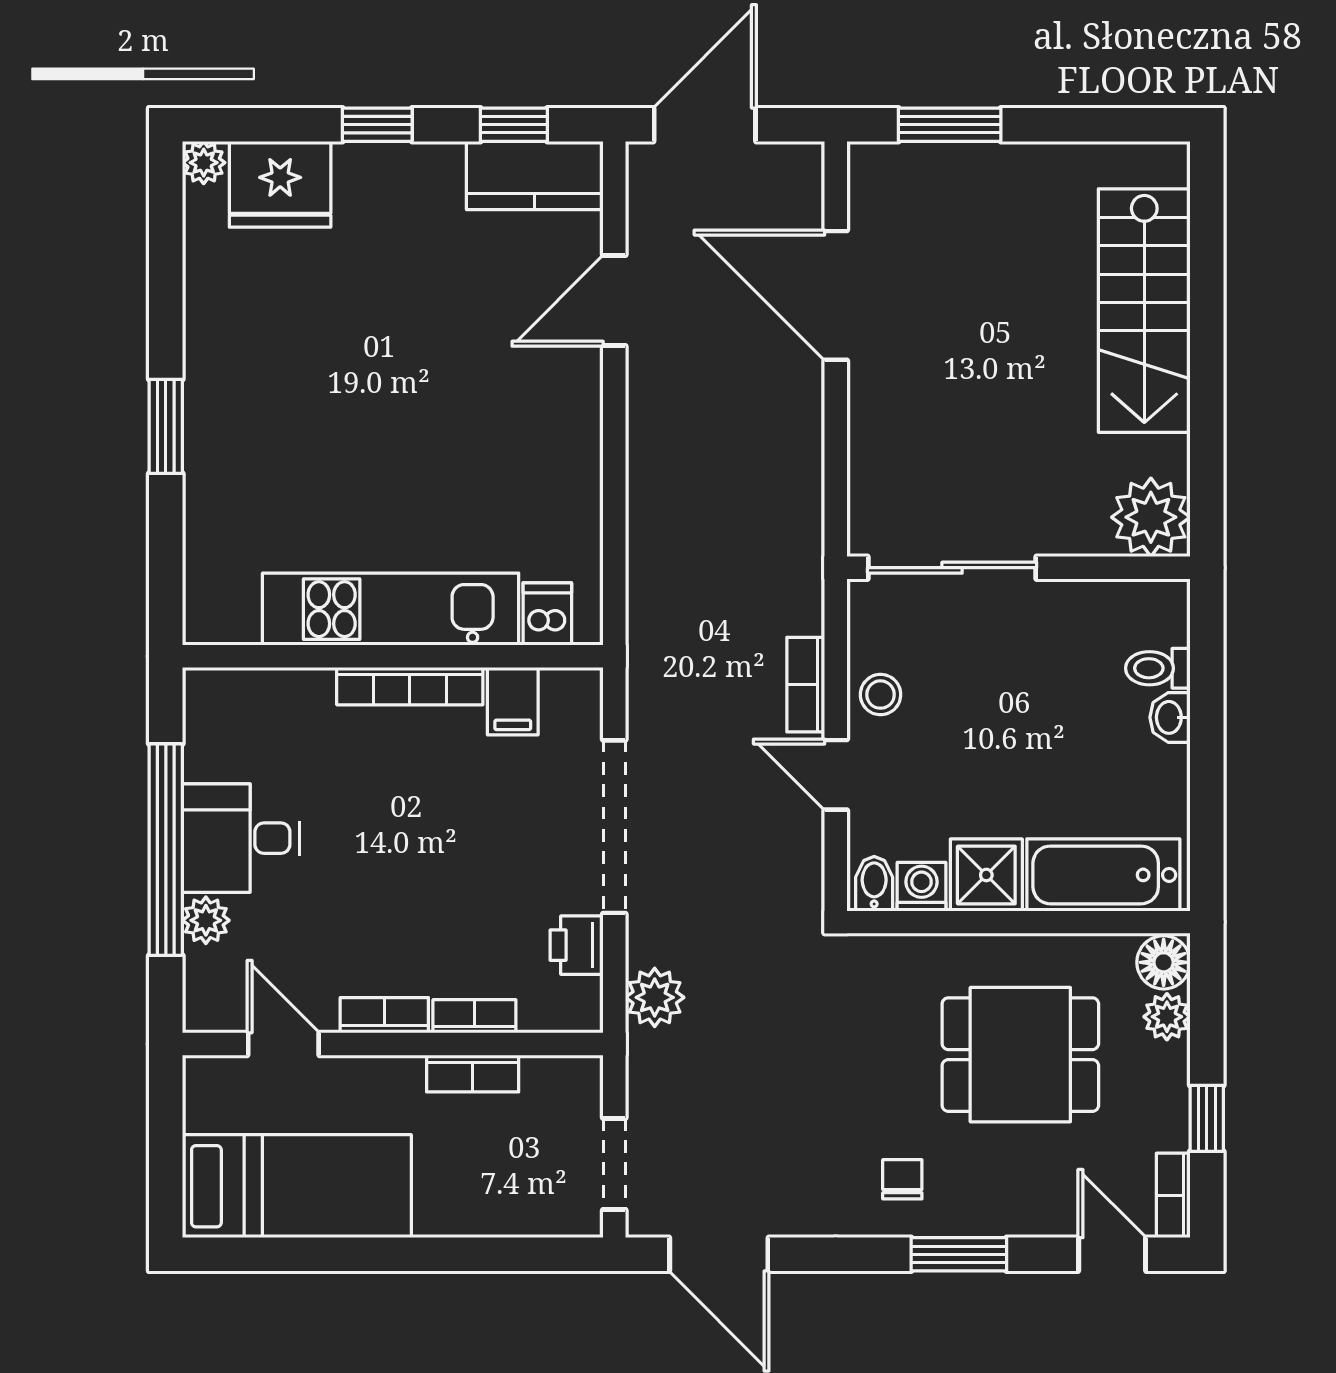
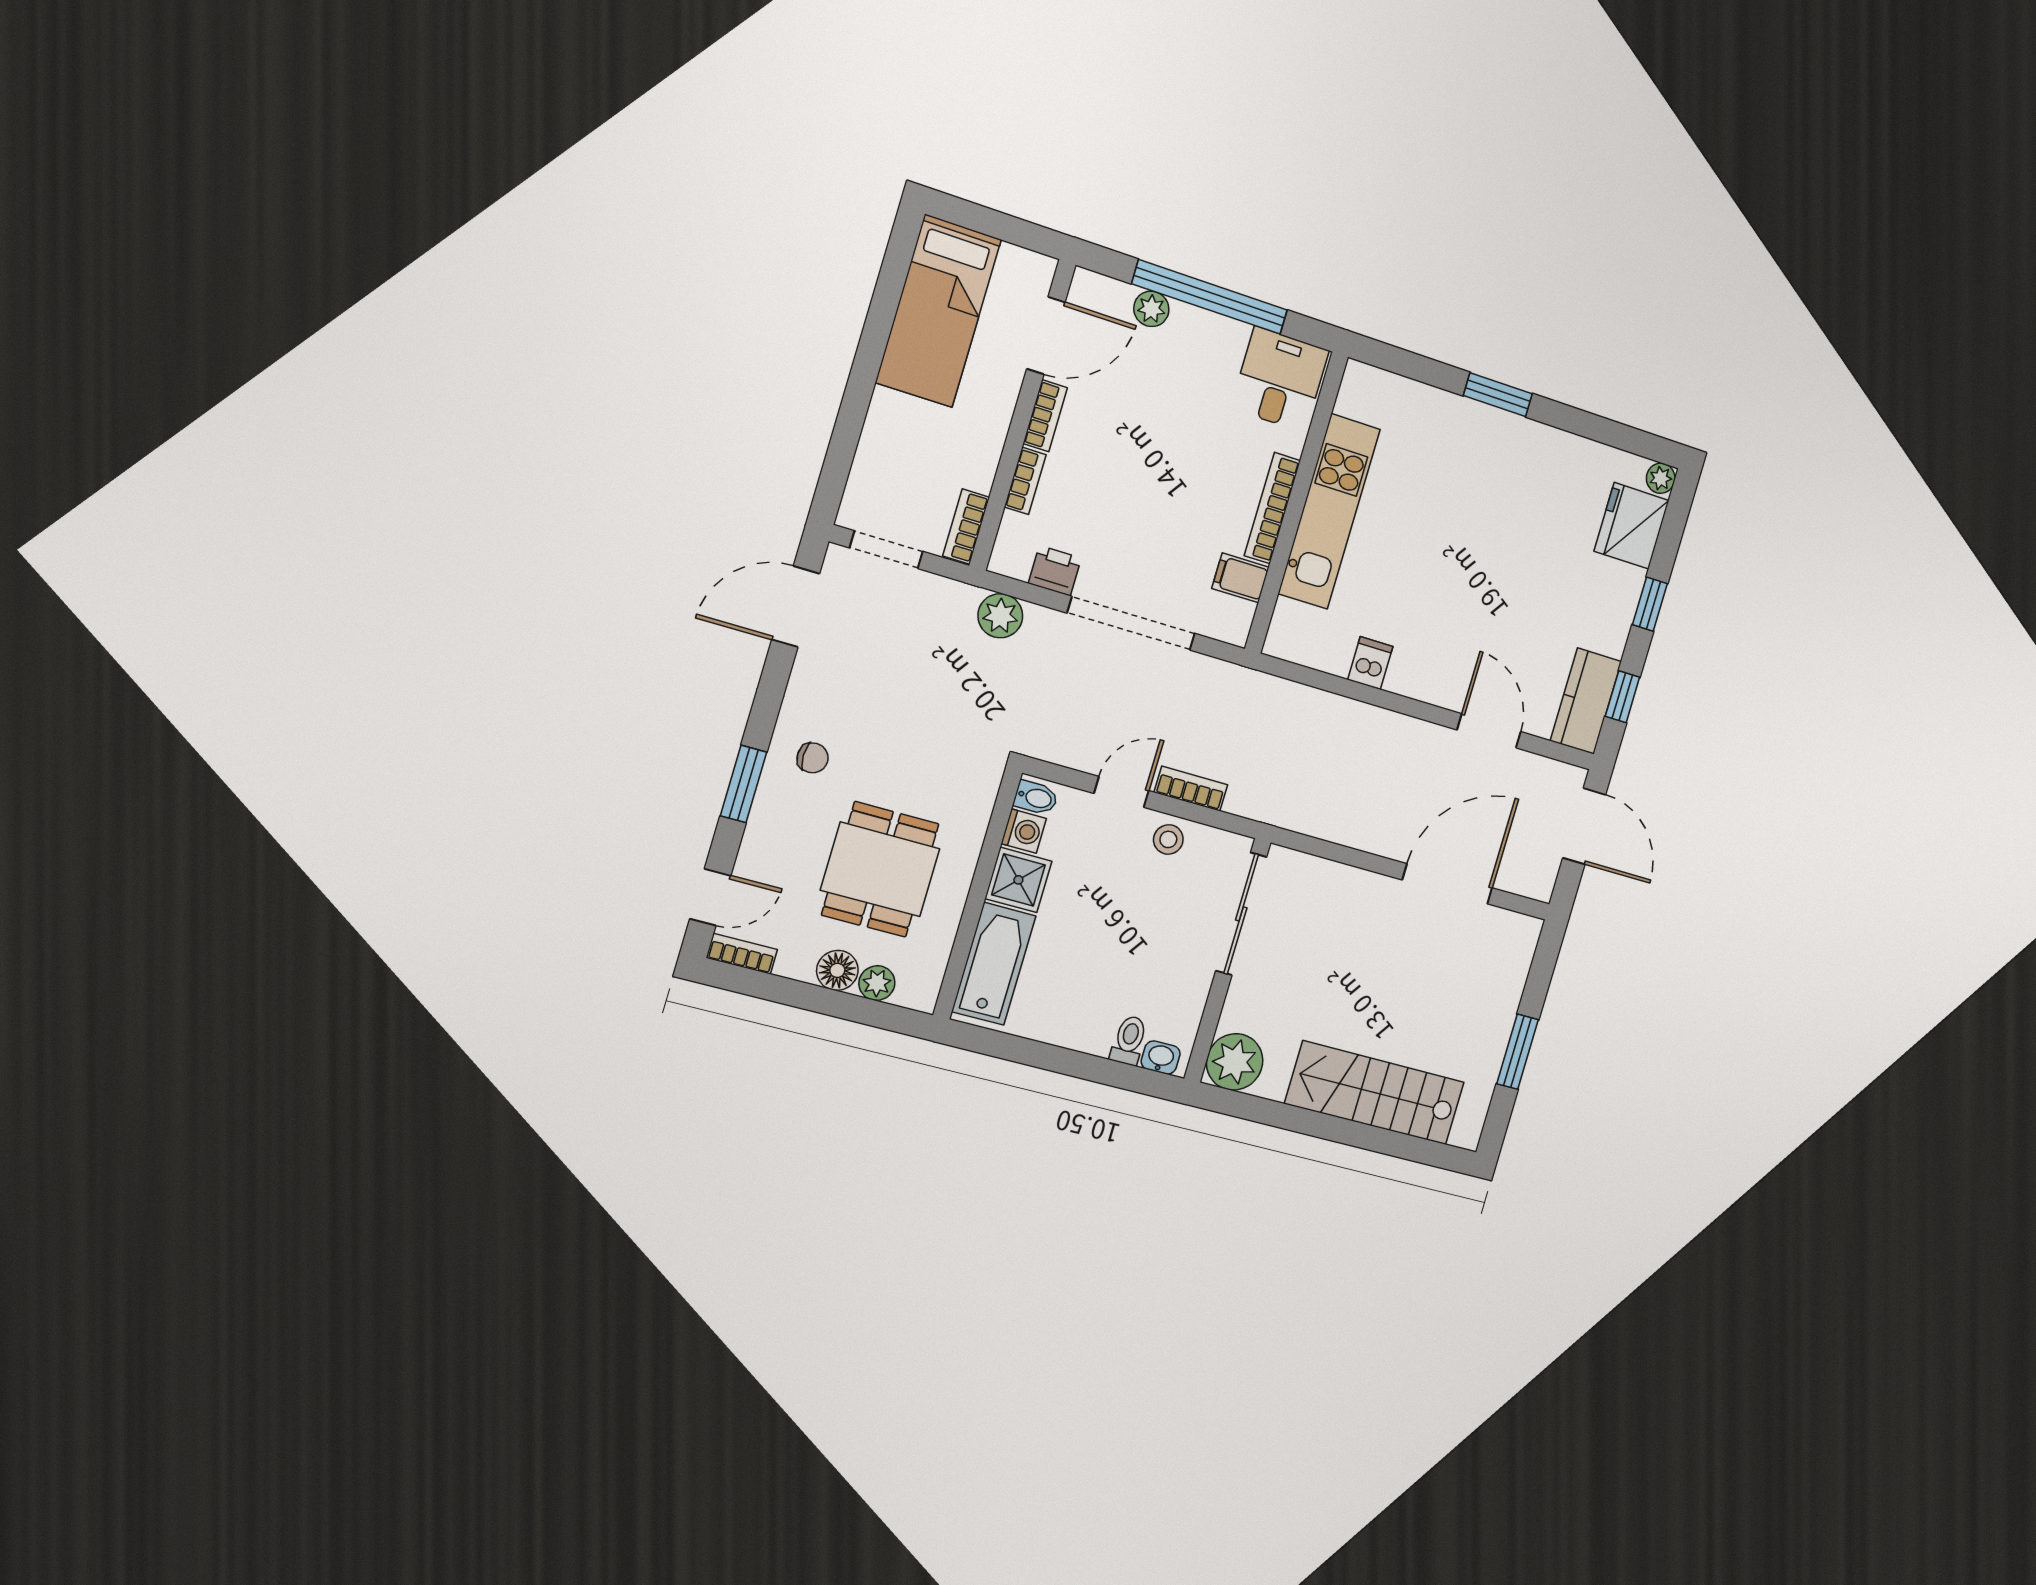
window: (950, 125) -> (1517, 1052), moved
dishwasher: (547, 614) -> (1370, 663), moved, turned -90
washbasin: (1170, 717) -> (1161, 1058), moved
desk: (241, 838) -> (1280, 379), moved
floor lamp: (1164, 962) -> (837, 970), moved
door: (283, 1044) -> (1046, 335), width x1.38
bookcase: (473, 1073) -> (966, 527), moved
window: (1207, 1118) -> (793, 993), removed

